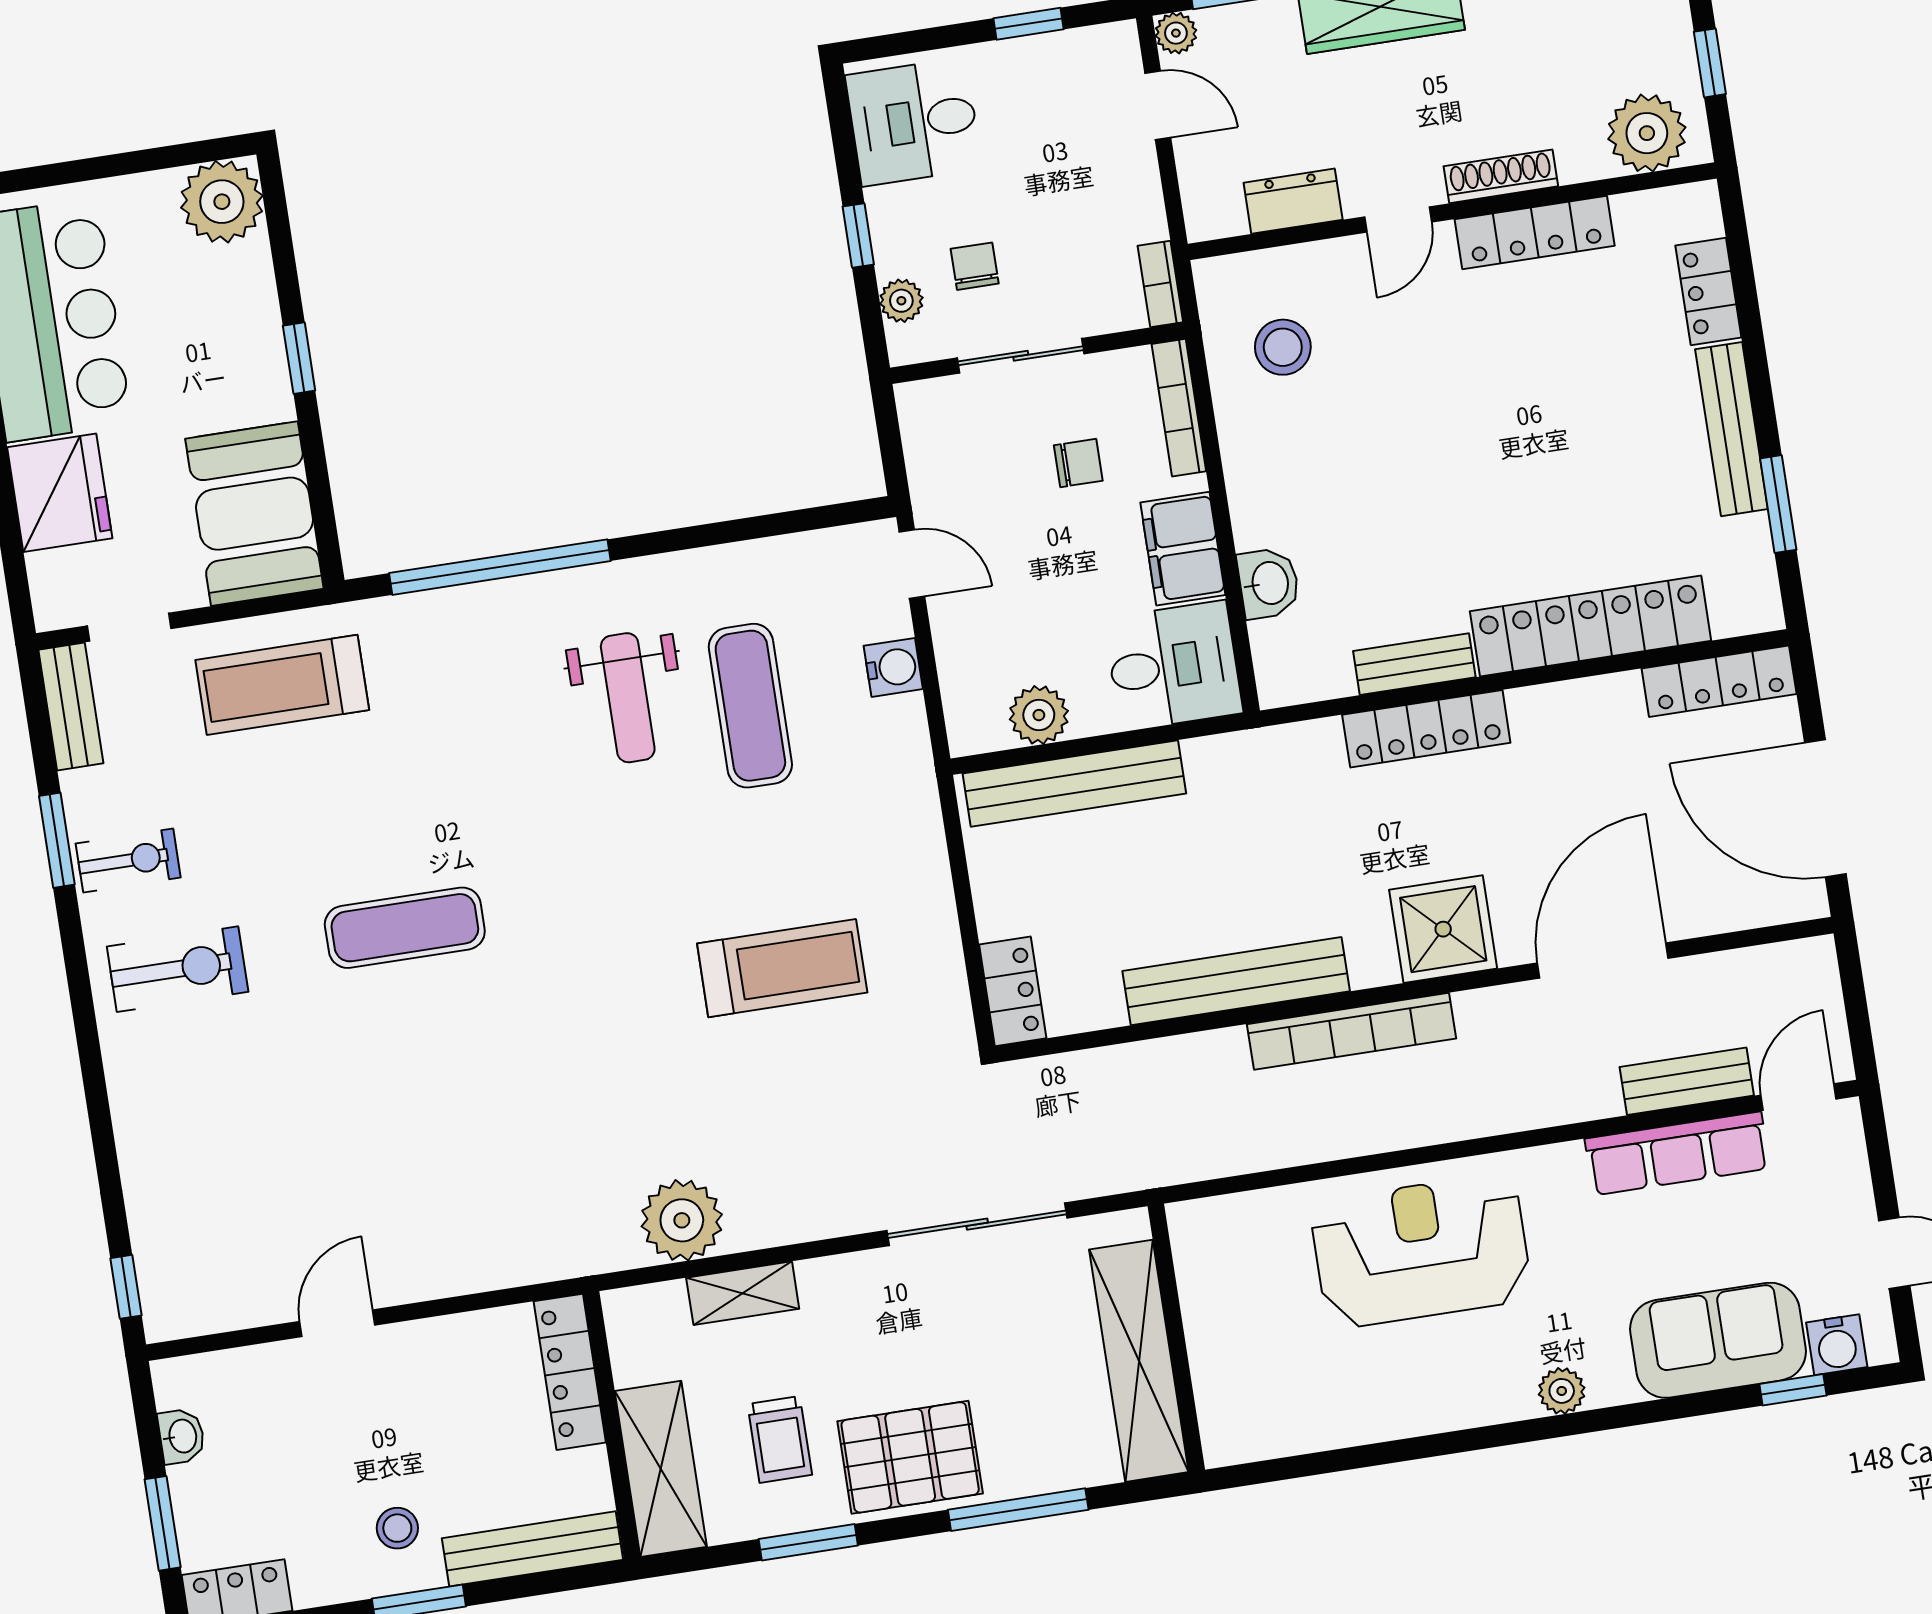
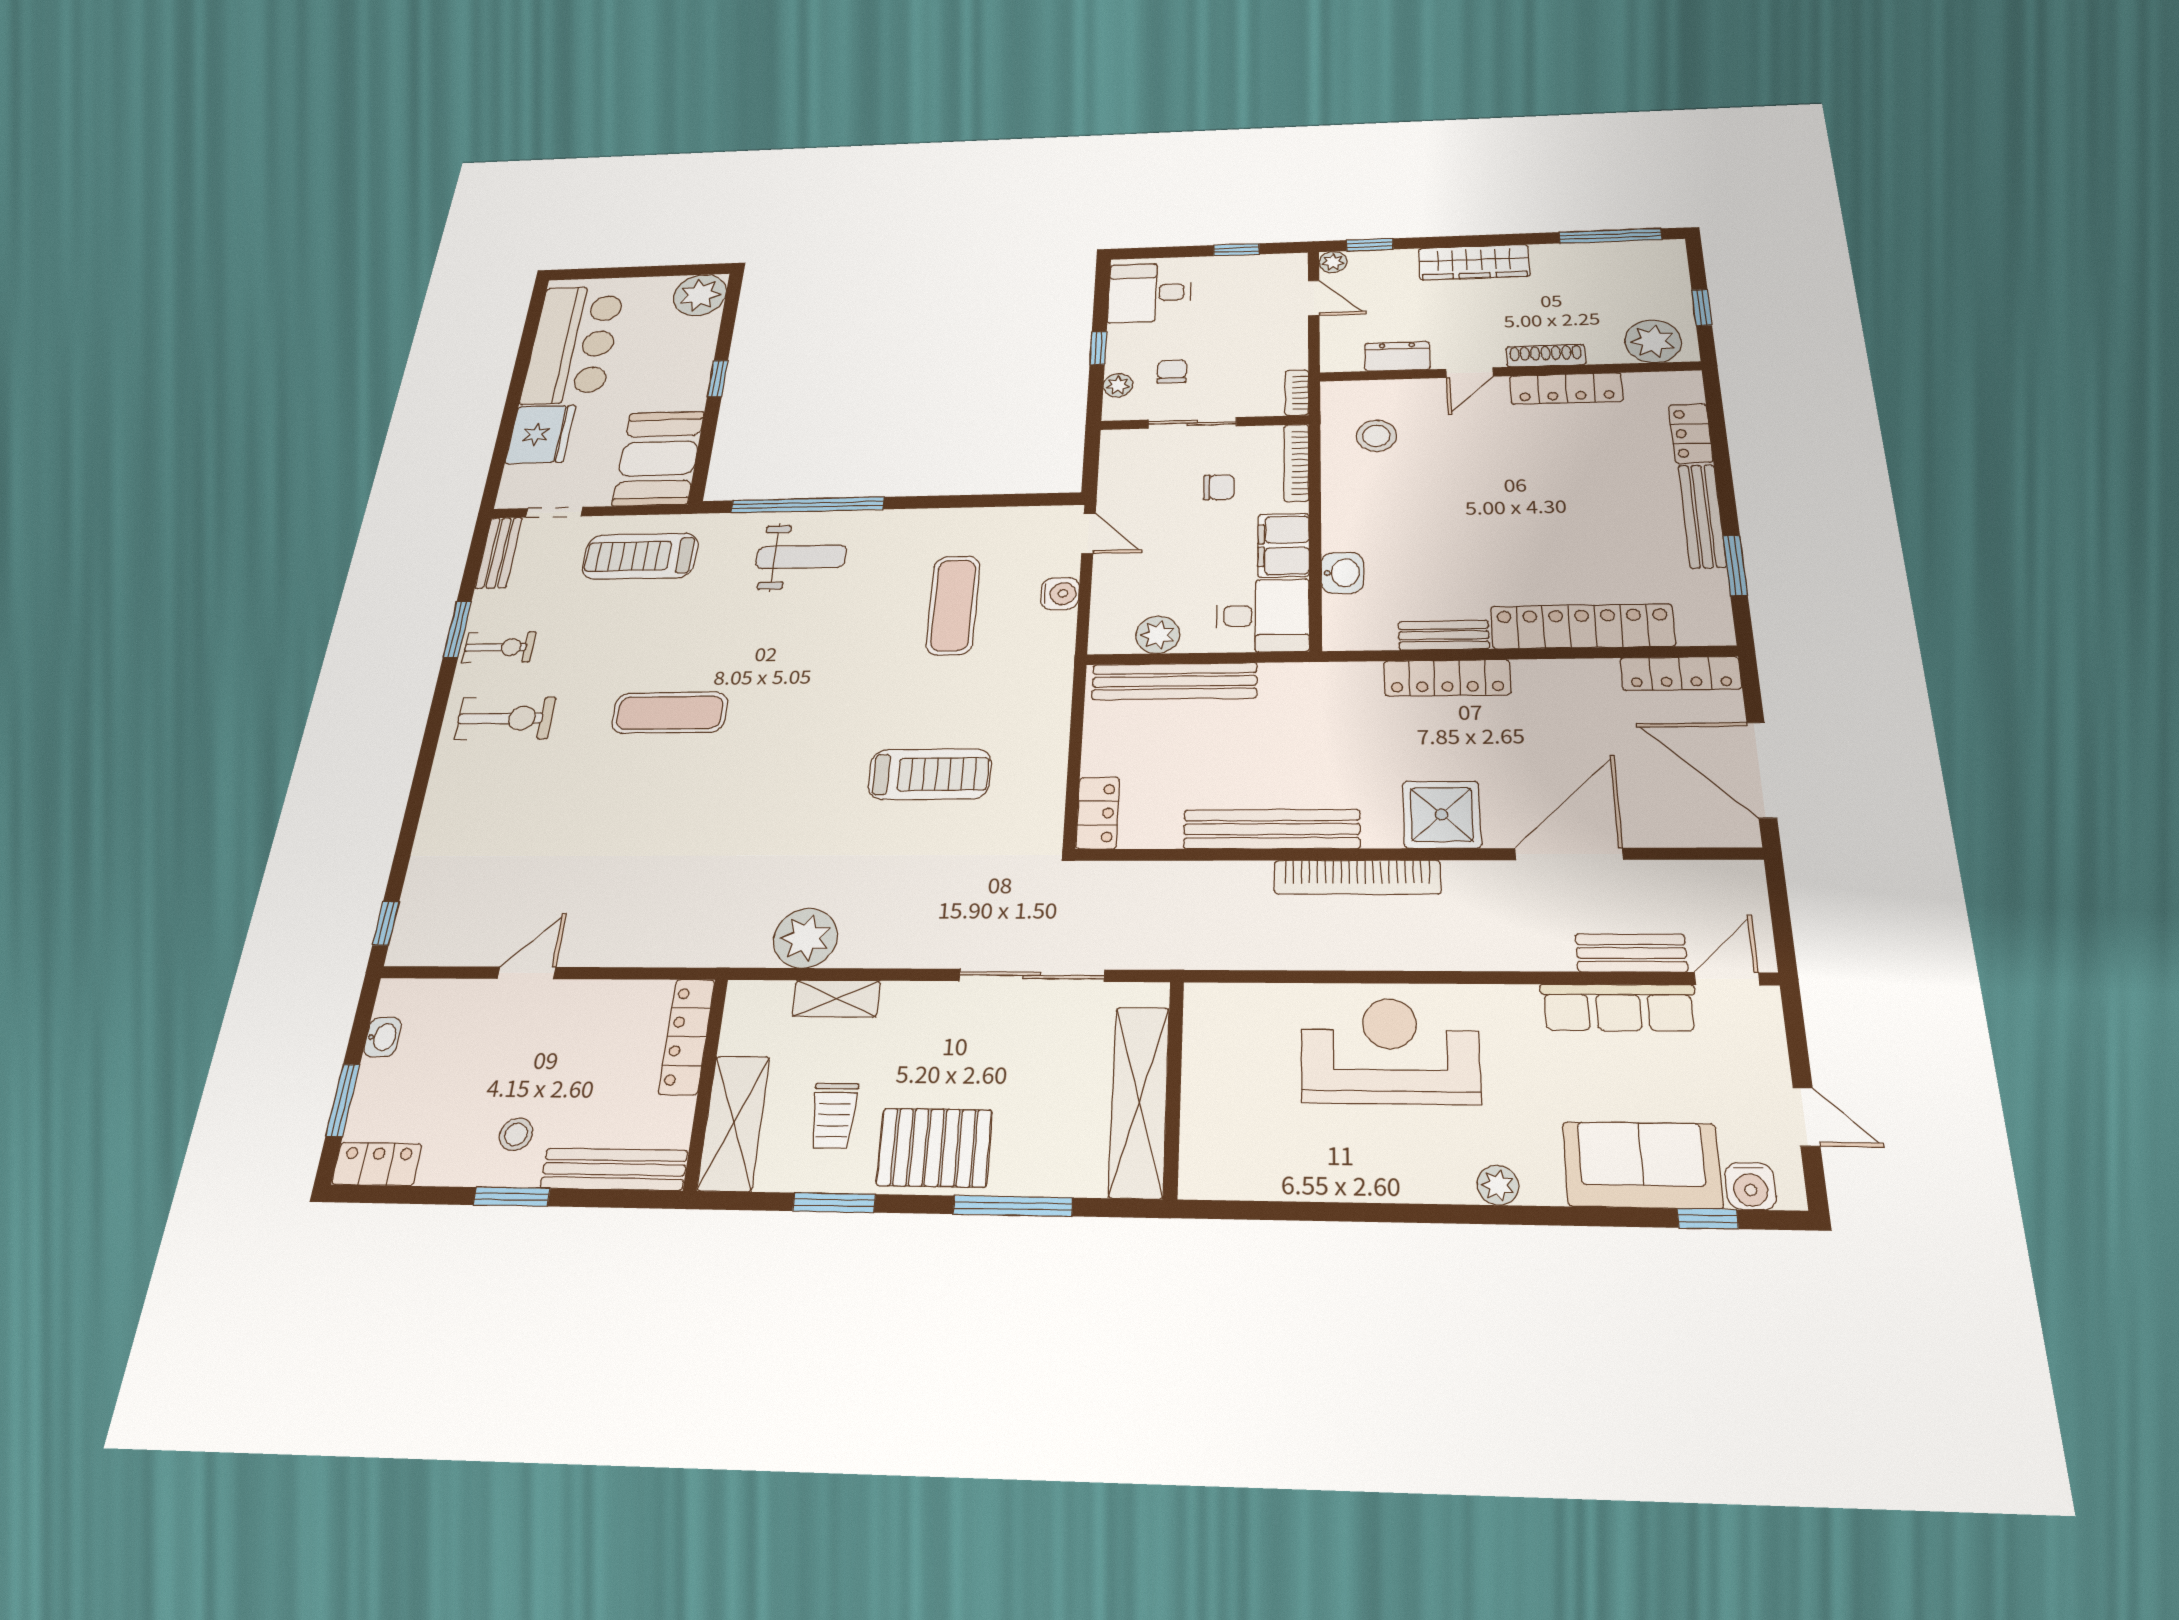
weight bench: (628, 698) -> (801, 557), moved, turned -90

